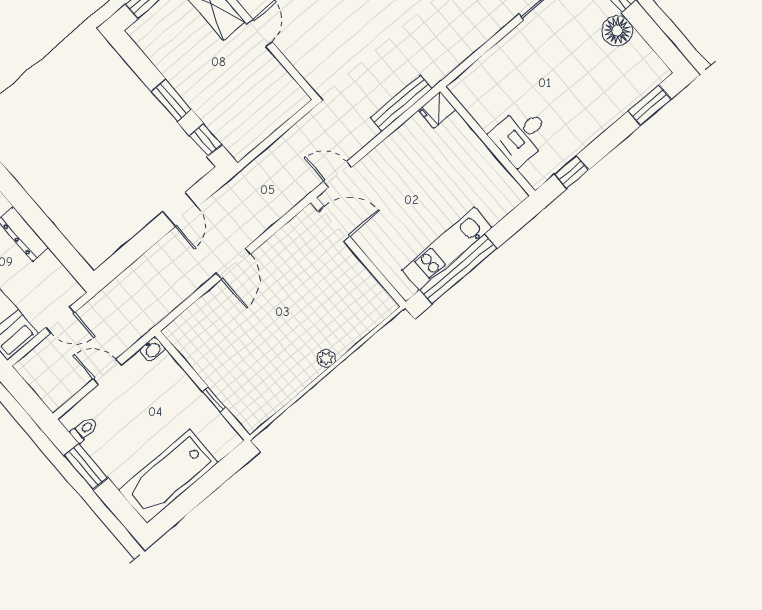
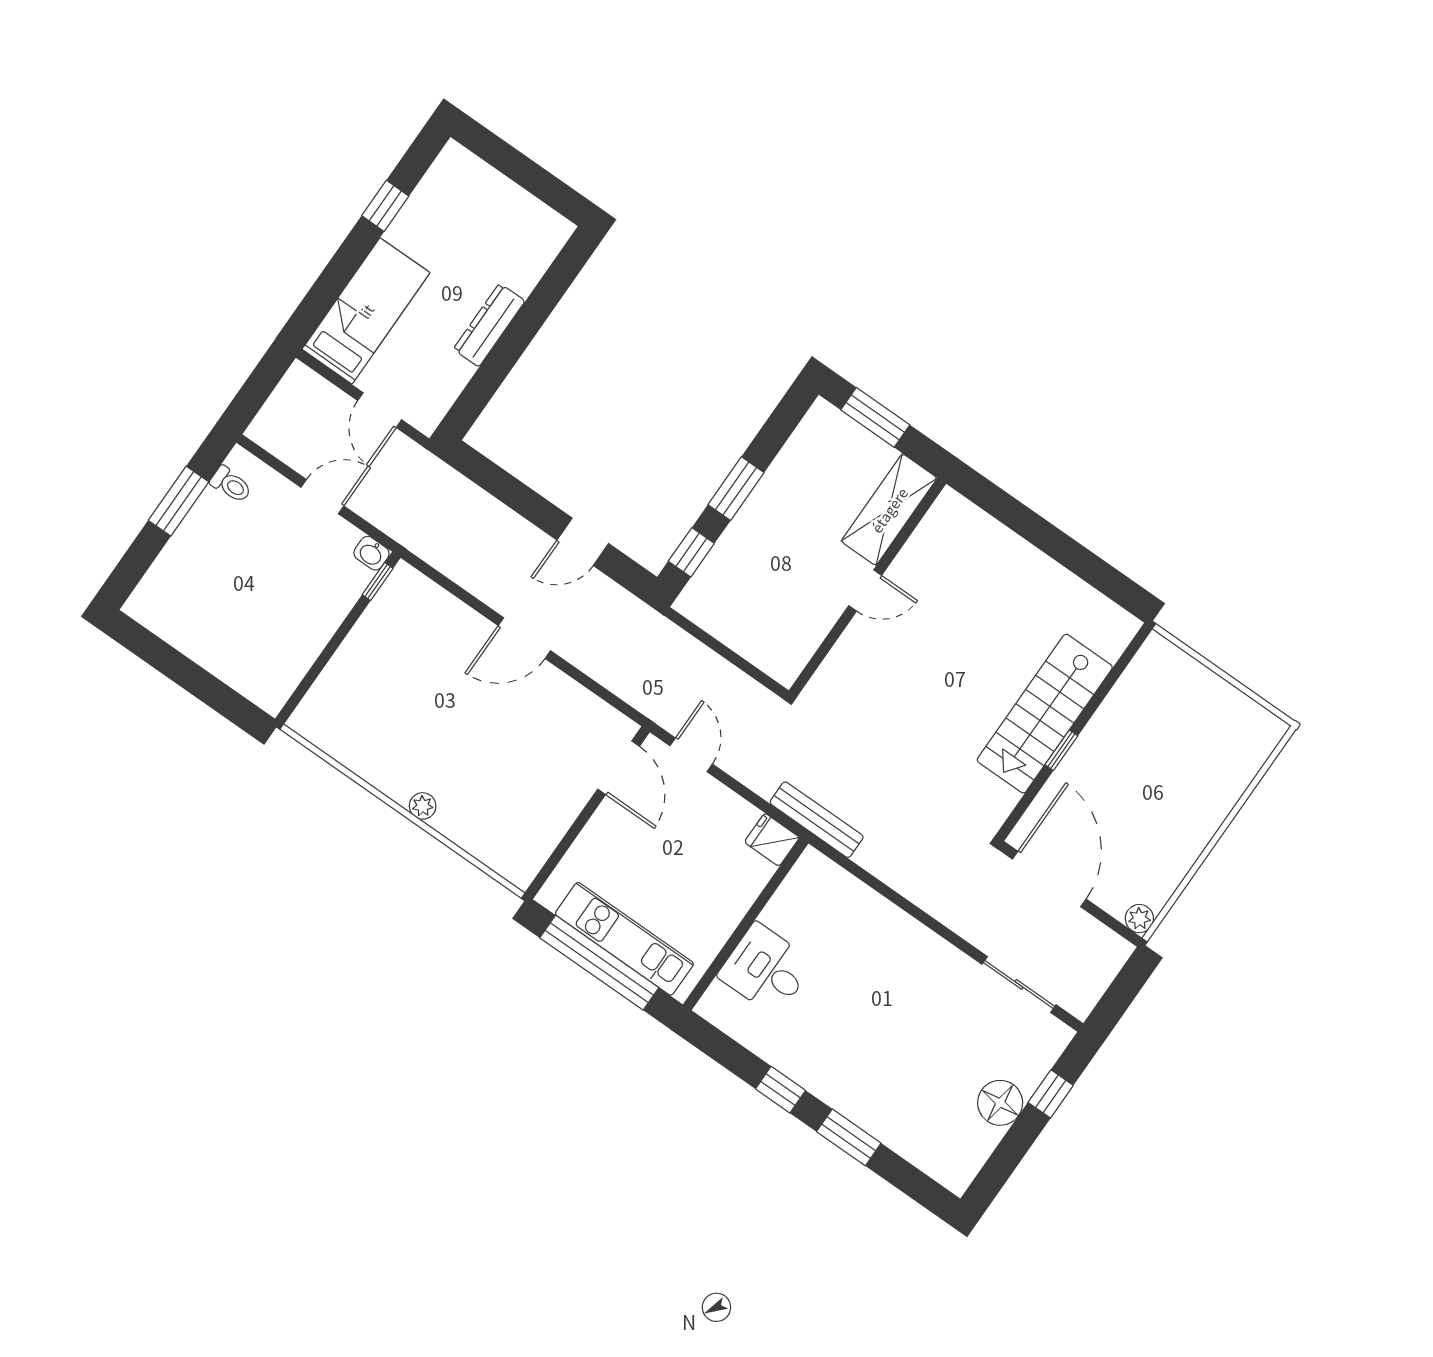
window: (650, 105) -> (849, 1137), moved
fridge: (437, 110) -> (772, 840), moved
desk: (521, 136) -> (766, 969), moved
wall: (488, 141) -> (746, 924), moved
door: (107, 372) -> (322, 497), hinge flipped
window: (214, 400) -> (378, 582), moved
bathtub: (168, 476) -> (195, 623), removed

